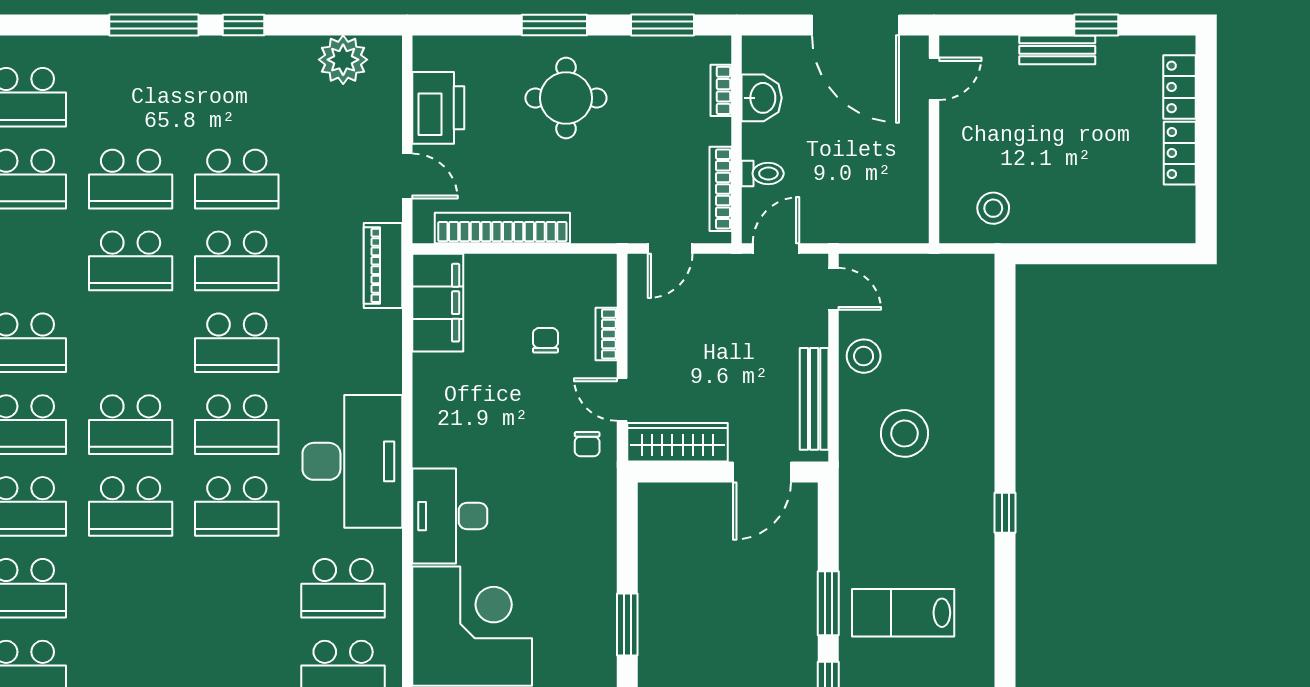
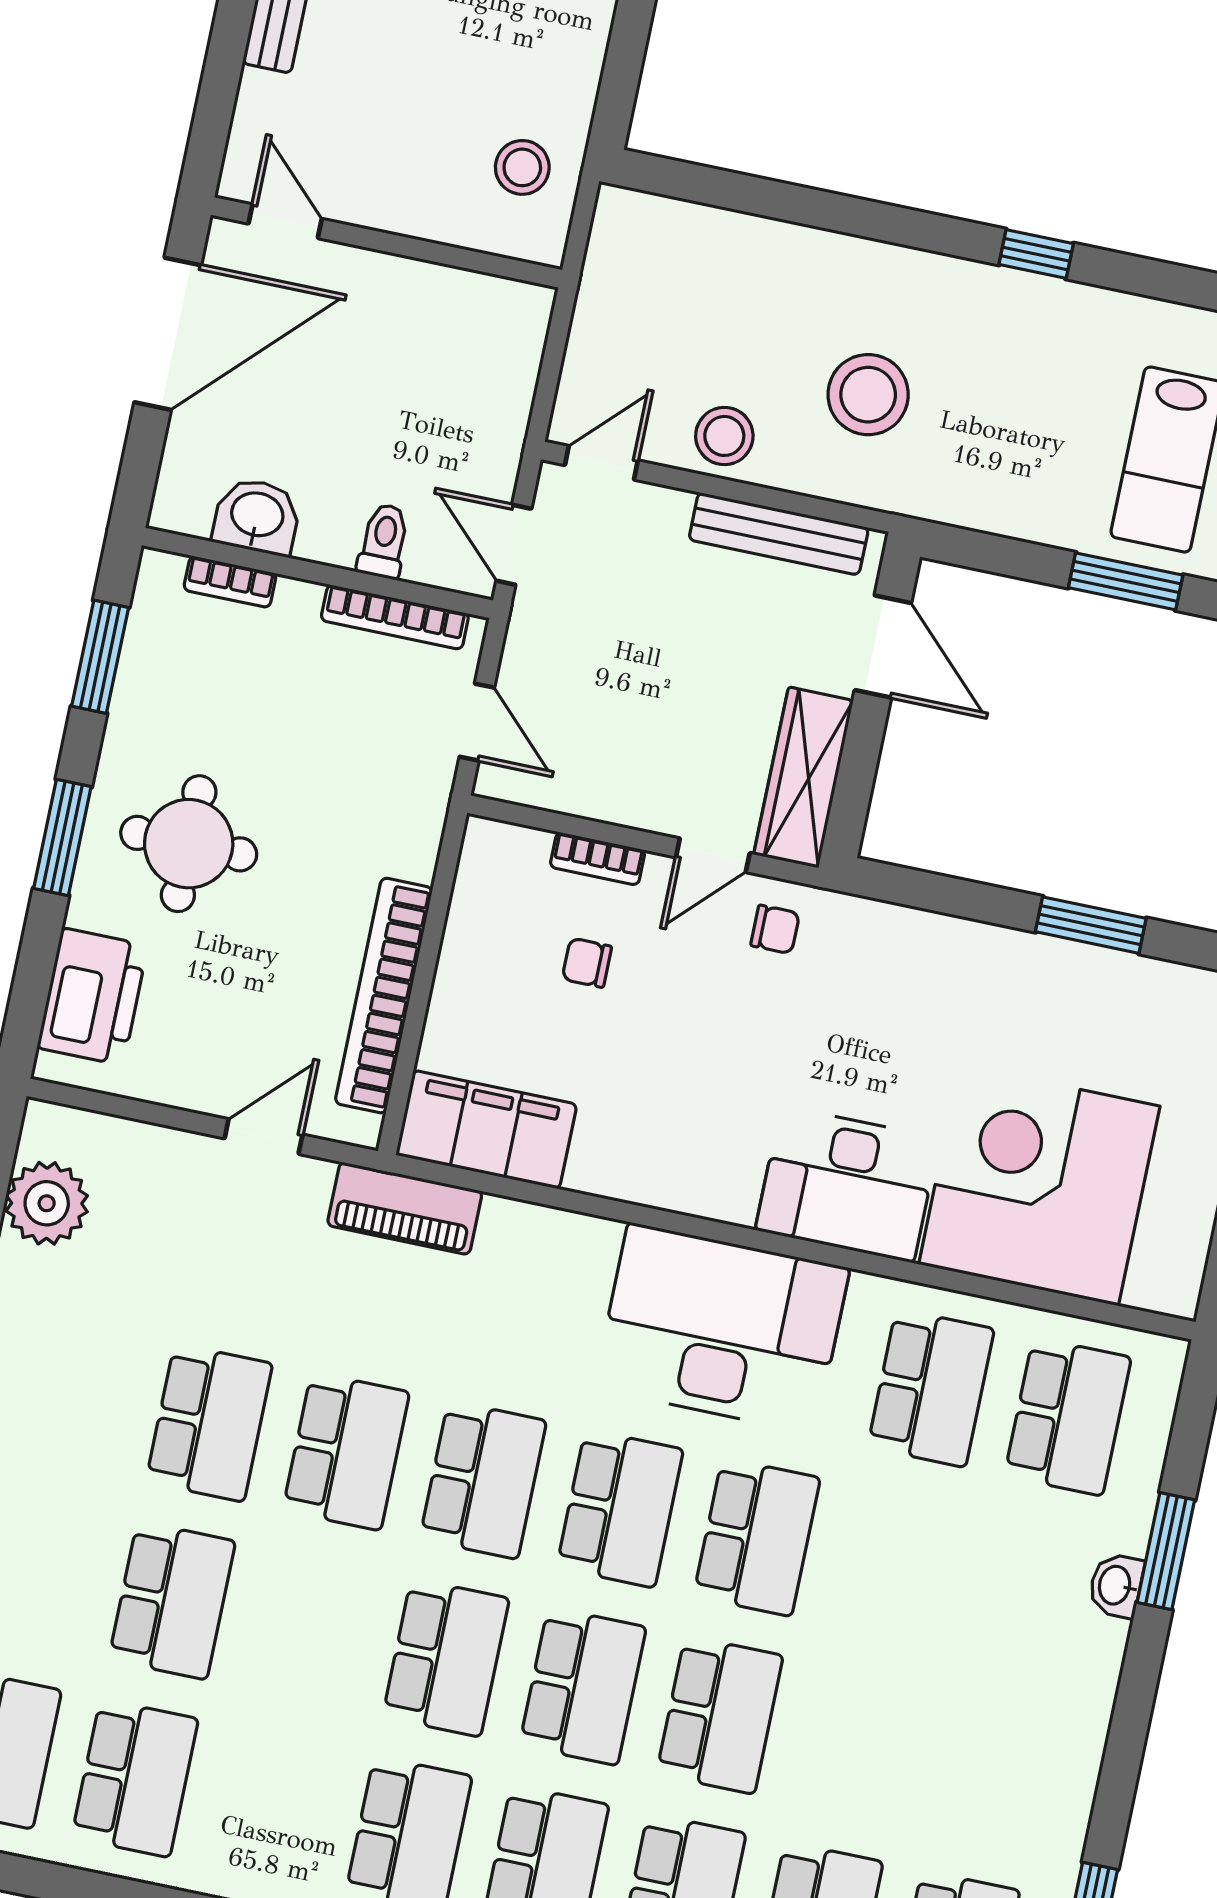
printer: (438, 108) -> (92, 997), moved, turned 90
school desk: (131, 261) -> (446, 1658), moved

